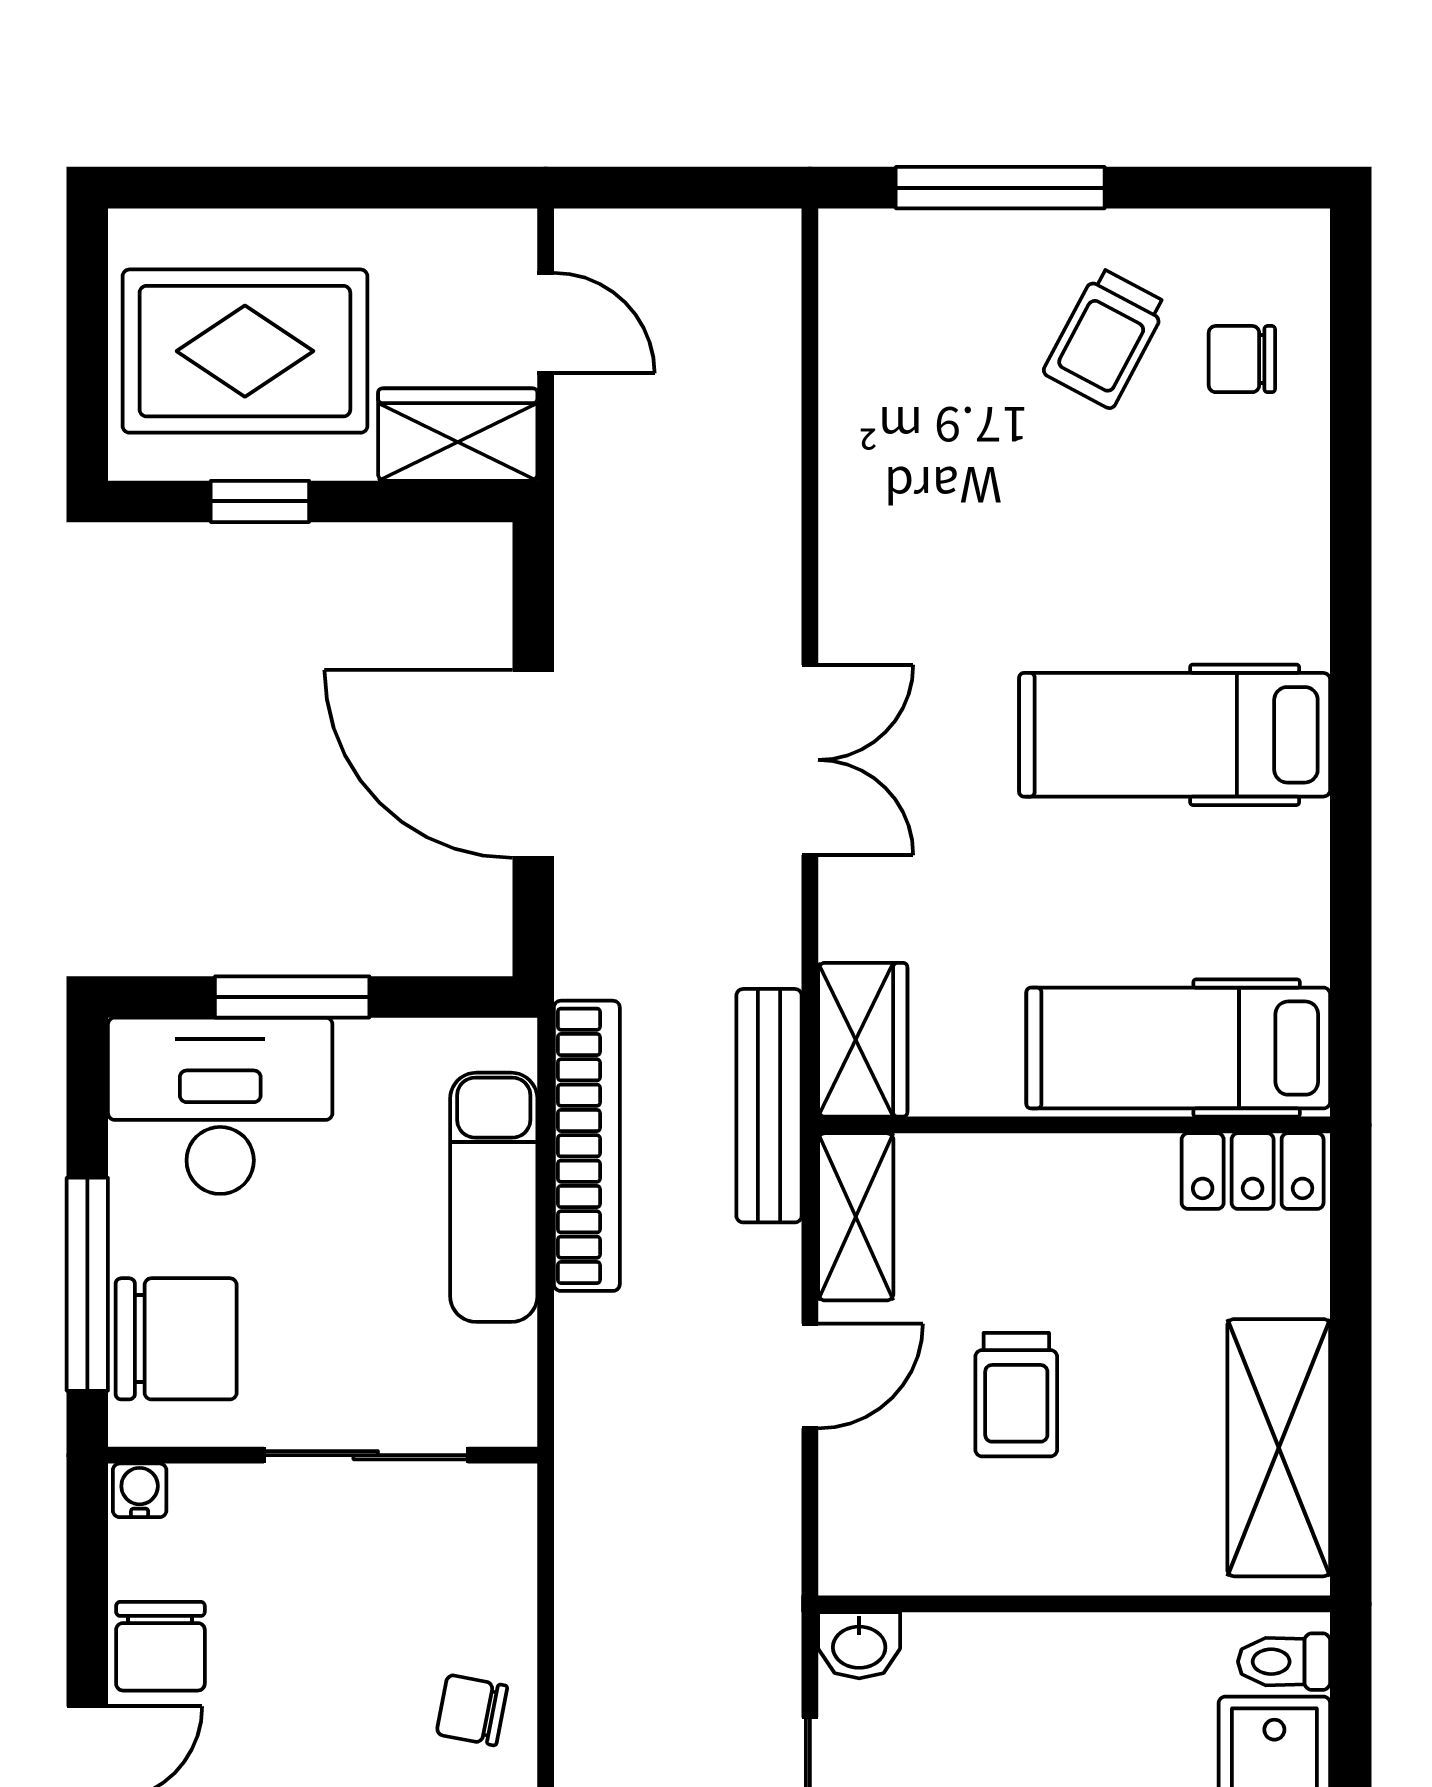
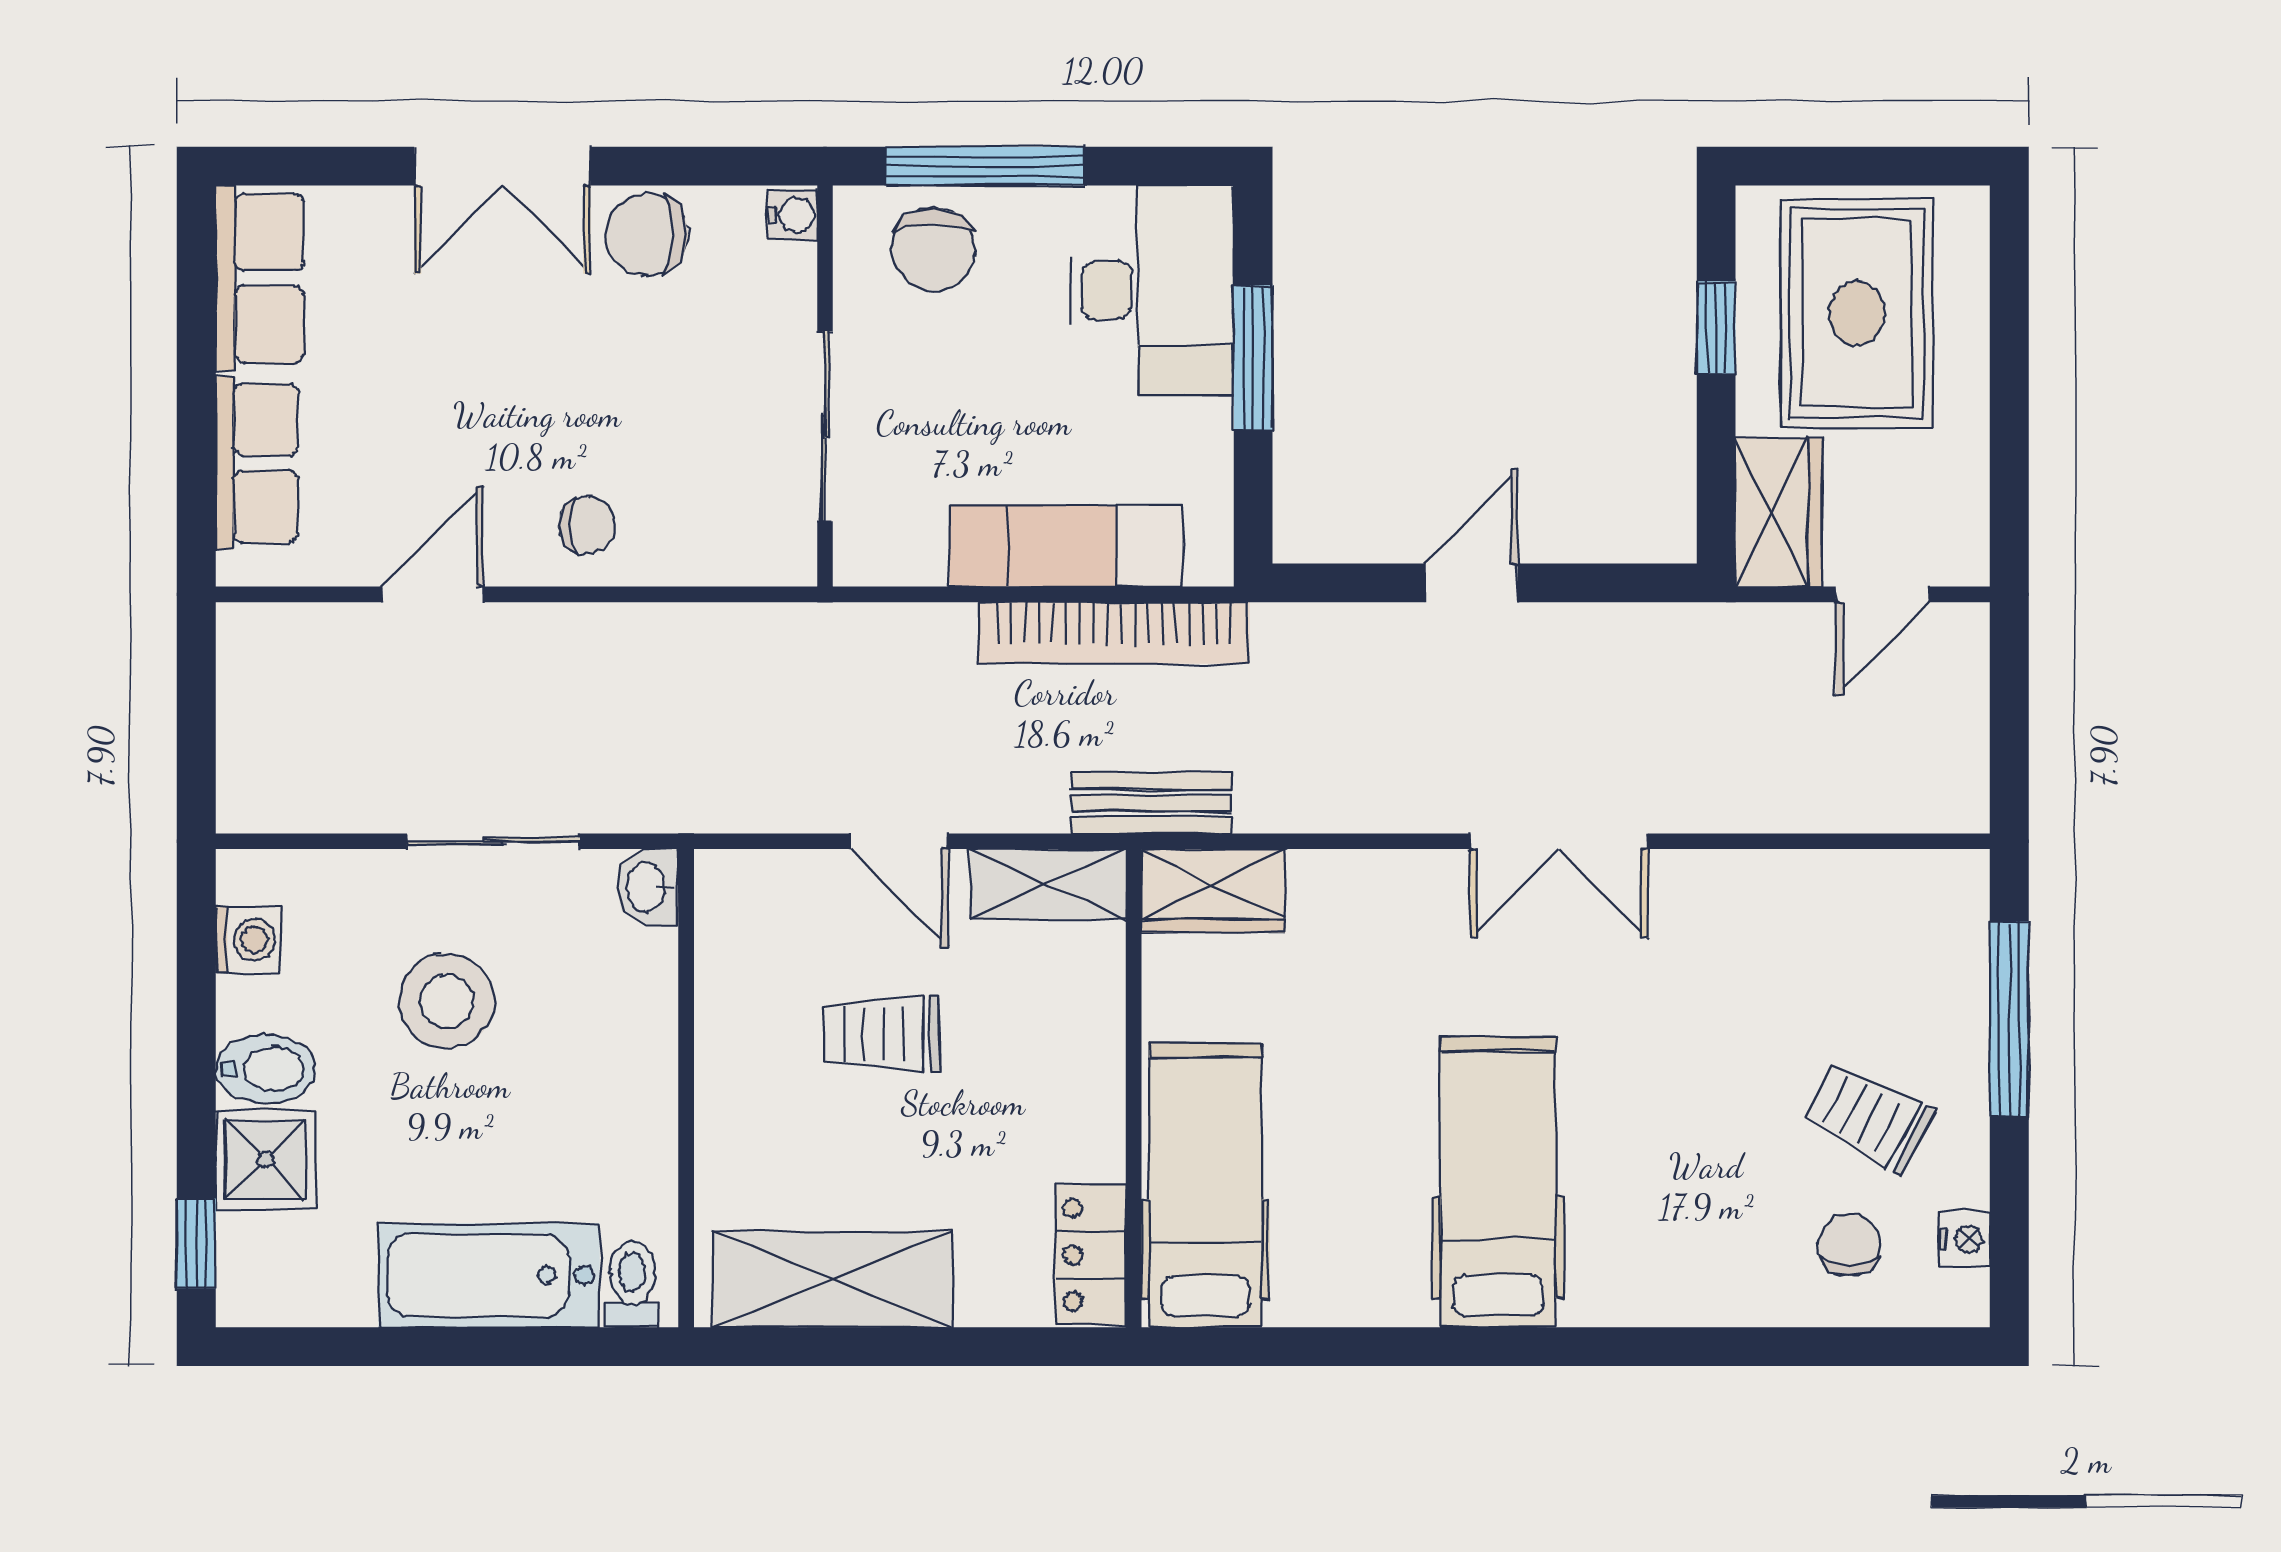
nightstand: (1235, 236) -> (1964, 1239), added
double door: (810, 760) -> (1559, 841), moved
door: (533, 764) -> (1471, 583), width x0.53
bench: (769, 1106) -> (1152, 803), width x0.73
chair: (176, 1339) -> (934, 249), width x0.73, depth x0.73
chair: (472, 1710) -> (587, 525), turned 79

